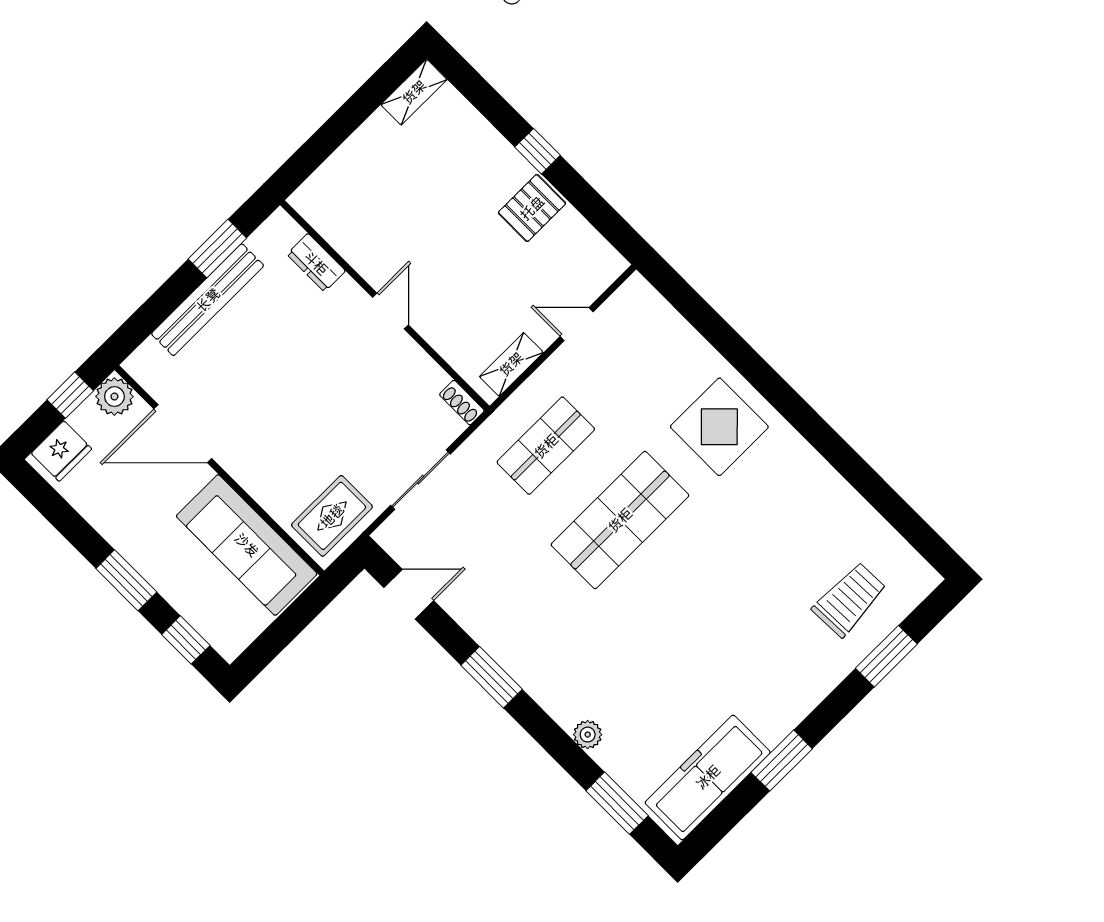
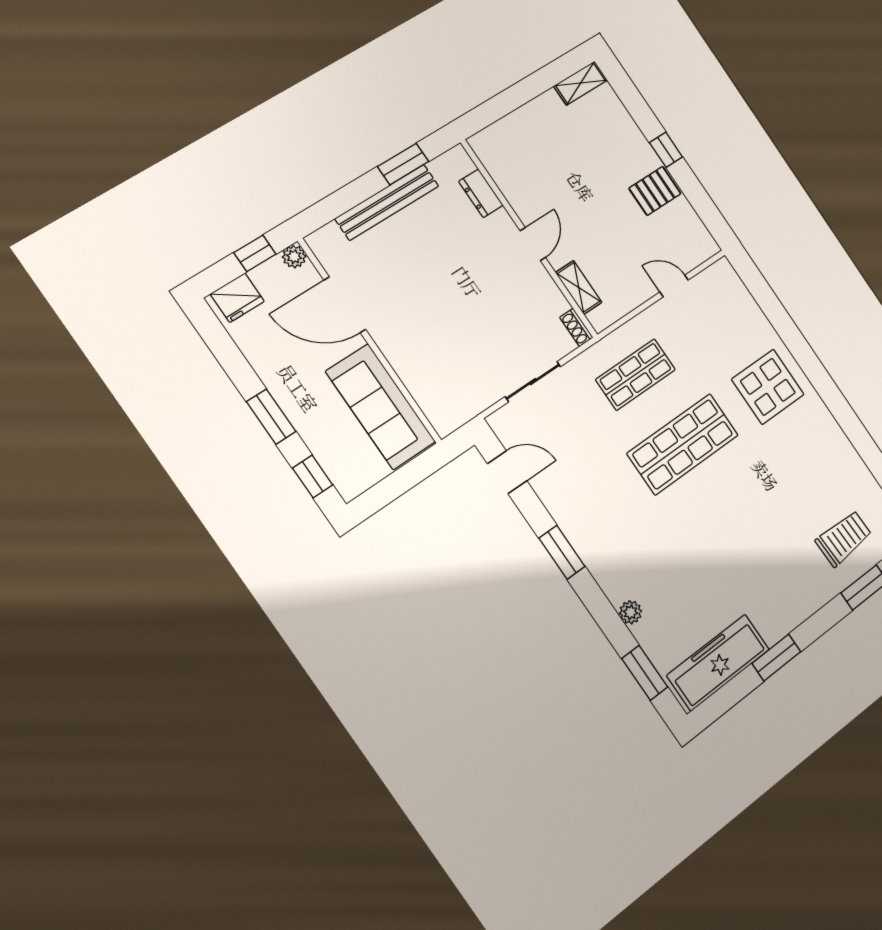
shelving: (511, 364) -> (579, 287), moved, turned 90
plant: (114, 397) -> (294, 257), width x0.73, depth x0.73
rug: (332, 516) -> (456, 397), removed

